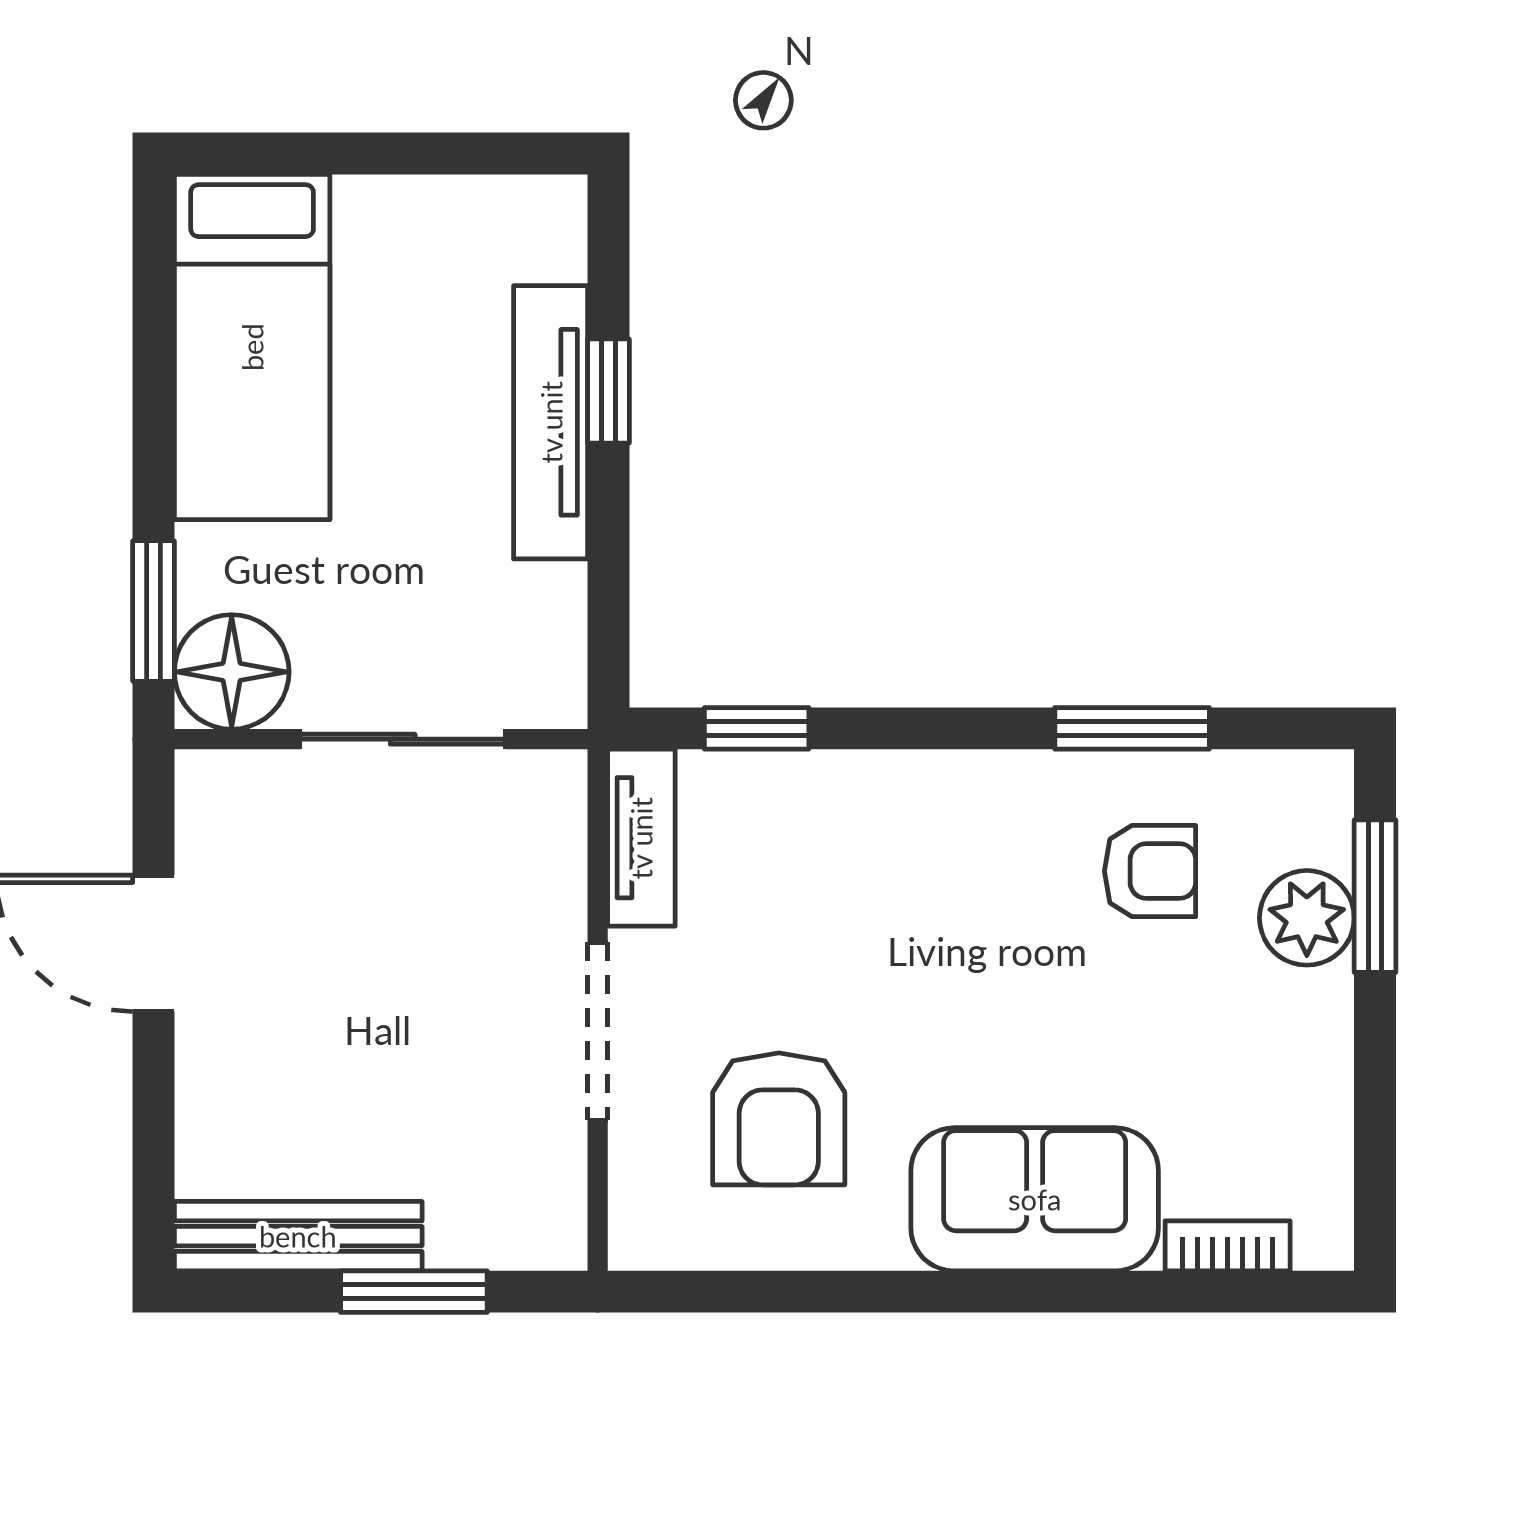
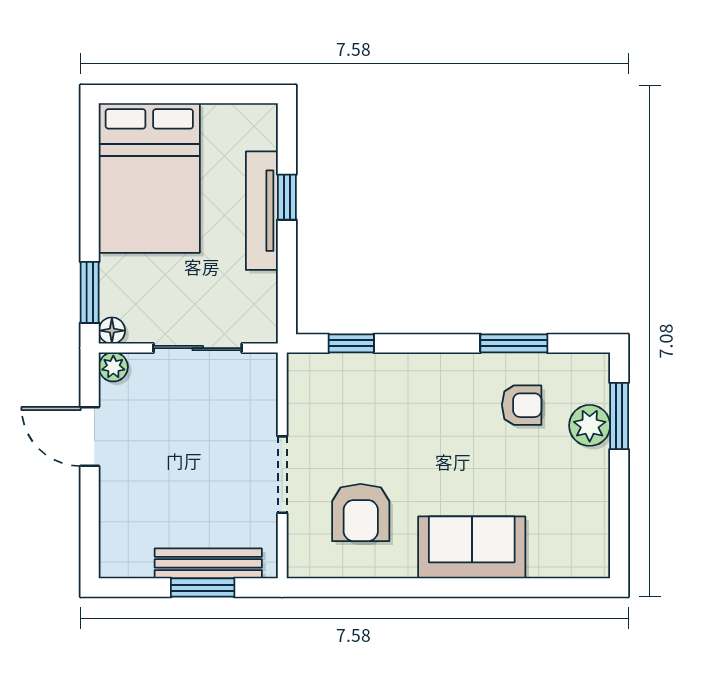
bed: (252, 347) -> (149, 178), width x1.50
floor lamp: (232, 672) -> (112, 331), width x0.53, depth x0.53
plant: (208, 783) -> (113, 367), added
tv unit: (641, 838) -> (301, 391), removed
bench: (298, 1236) -> (208, 563), moved
bookcase: (1228, 1246) -> (555, 568), removed

